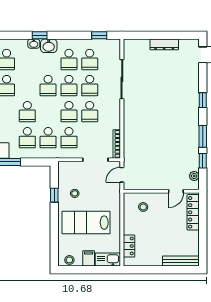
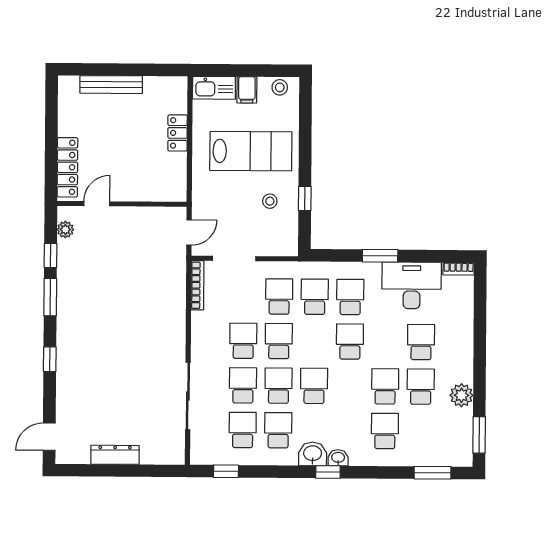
stool: (143, 207) -> (153, 177), removed
locker: (129, 246) -> (178, 133), moved
bench: (181, 261) -> (111, 85), moved

